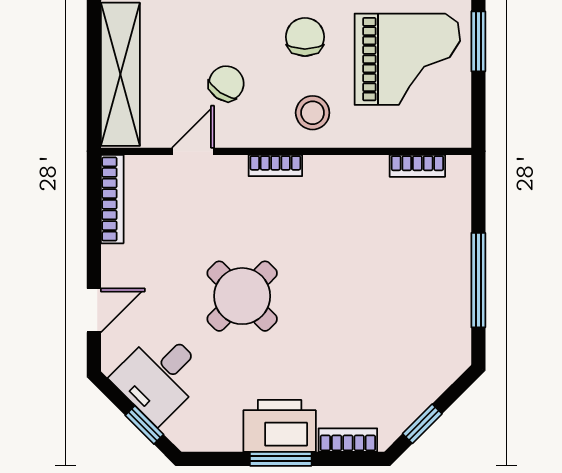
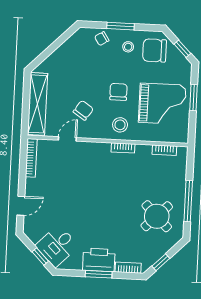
bookcase: (275, 165) -> (123, 148), moved
round table: (242, 296) -> (157, 216), moved
desk: (159, 376) -> (57, 246), moved

